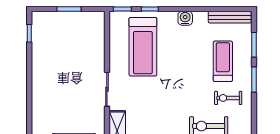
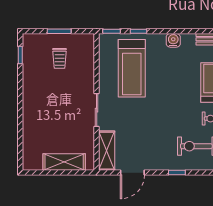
trolley: (69, 37) -> (60, 58), added

